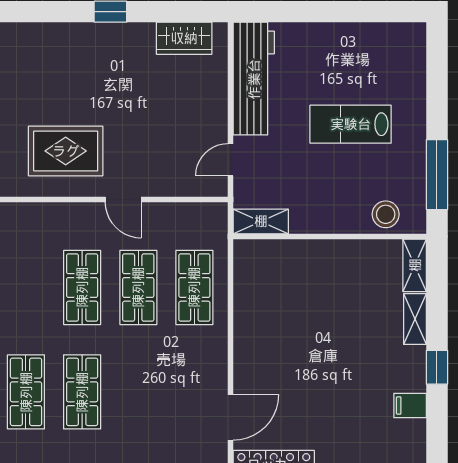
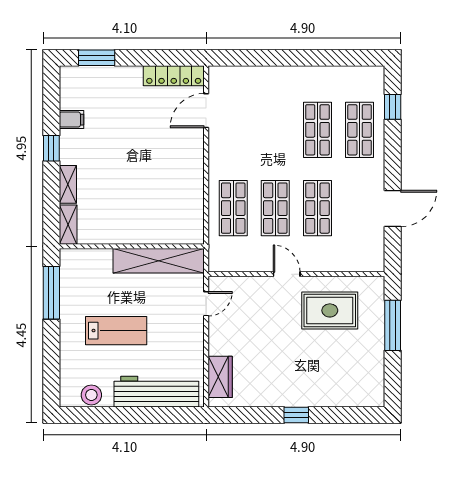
wardrobe: (184, 38) -> (220, 377), moved, turned 90
workbench: (254, 79) -> (156, 392), moved, turned 90
stool: (386, 214) -> (91, 395), moved
shelving: (261, 221) -> (159, 261), width x2.20, depth x1.33

